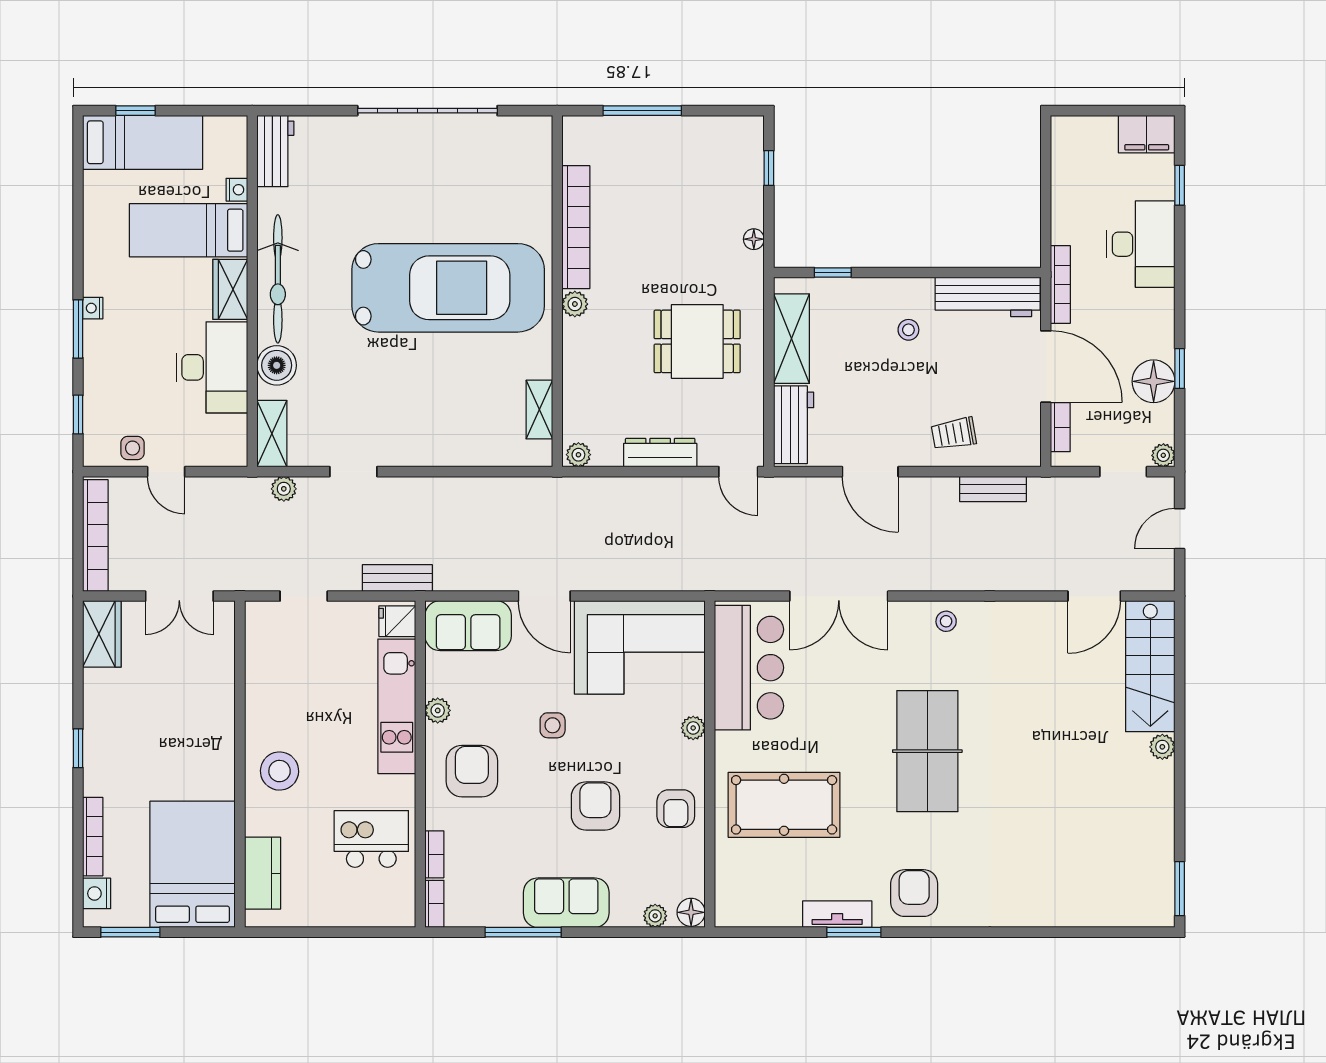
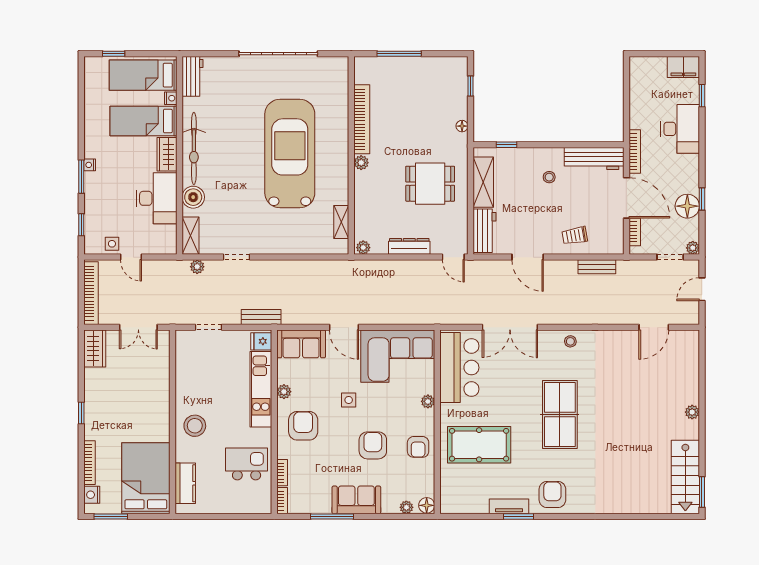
bed: (143, 142) -> (143, 75), moved, turned 180
car: (448, 288) -> (290, 153), turned -90
stairs: (1150, 666) -> (685, 477), moved

